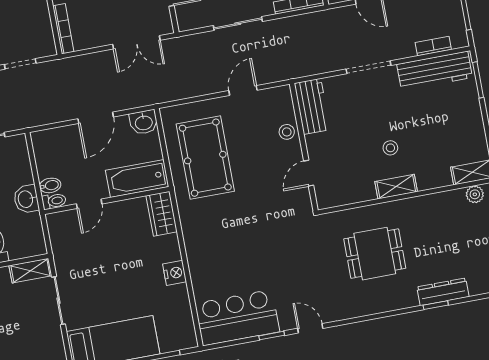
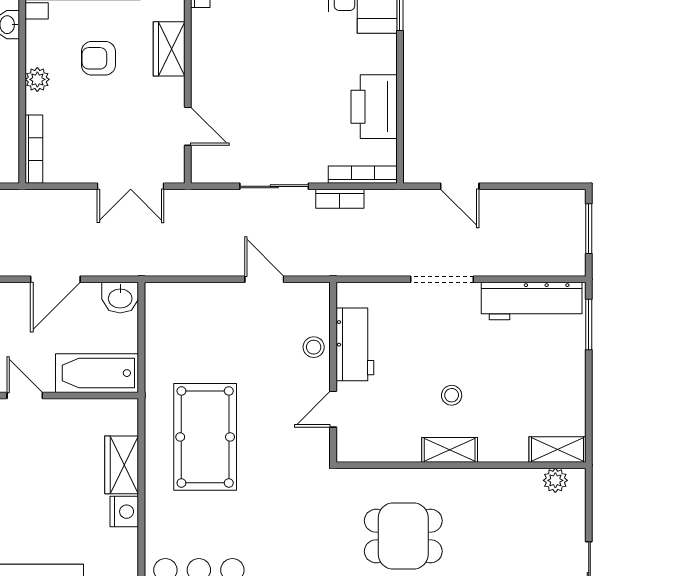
bookcase: (433, 46) -> (340, 199), moved, turned 180
door: (243, 90) -> (264, 279), hinge flipped
workbench: (312, 106) -> (355, 344), moved
pool table: (205, 158) -> (205, 437), moved
door: (89, 204) -> (25, 395), swing flipped
wardrobe: (162, 214) -> (122, 465), moved

